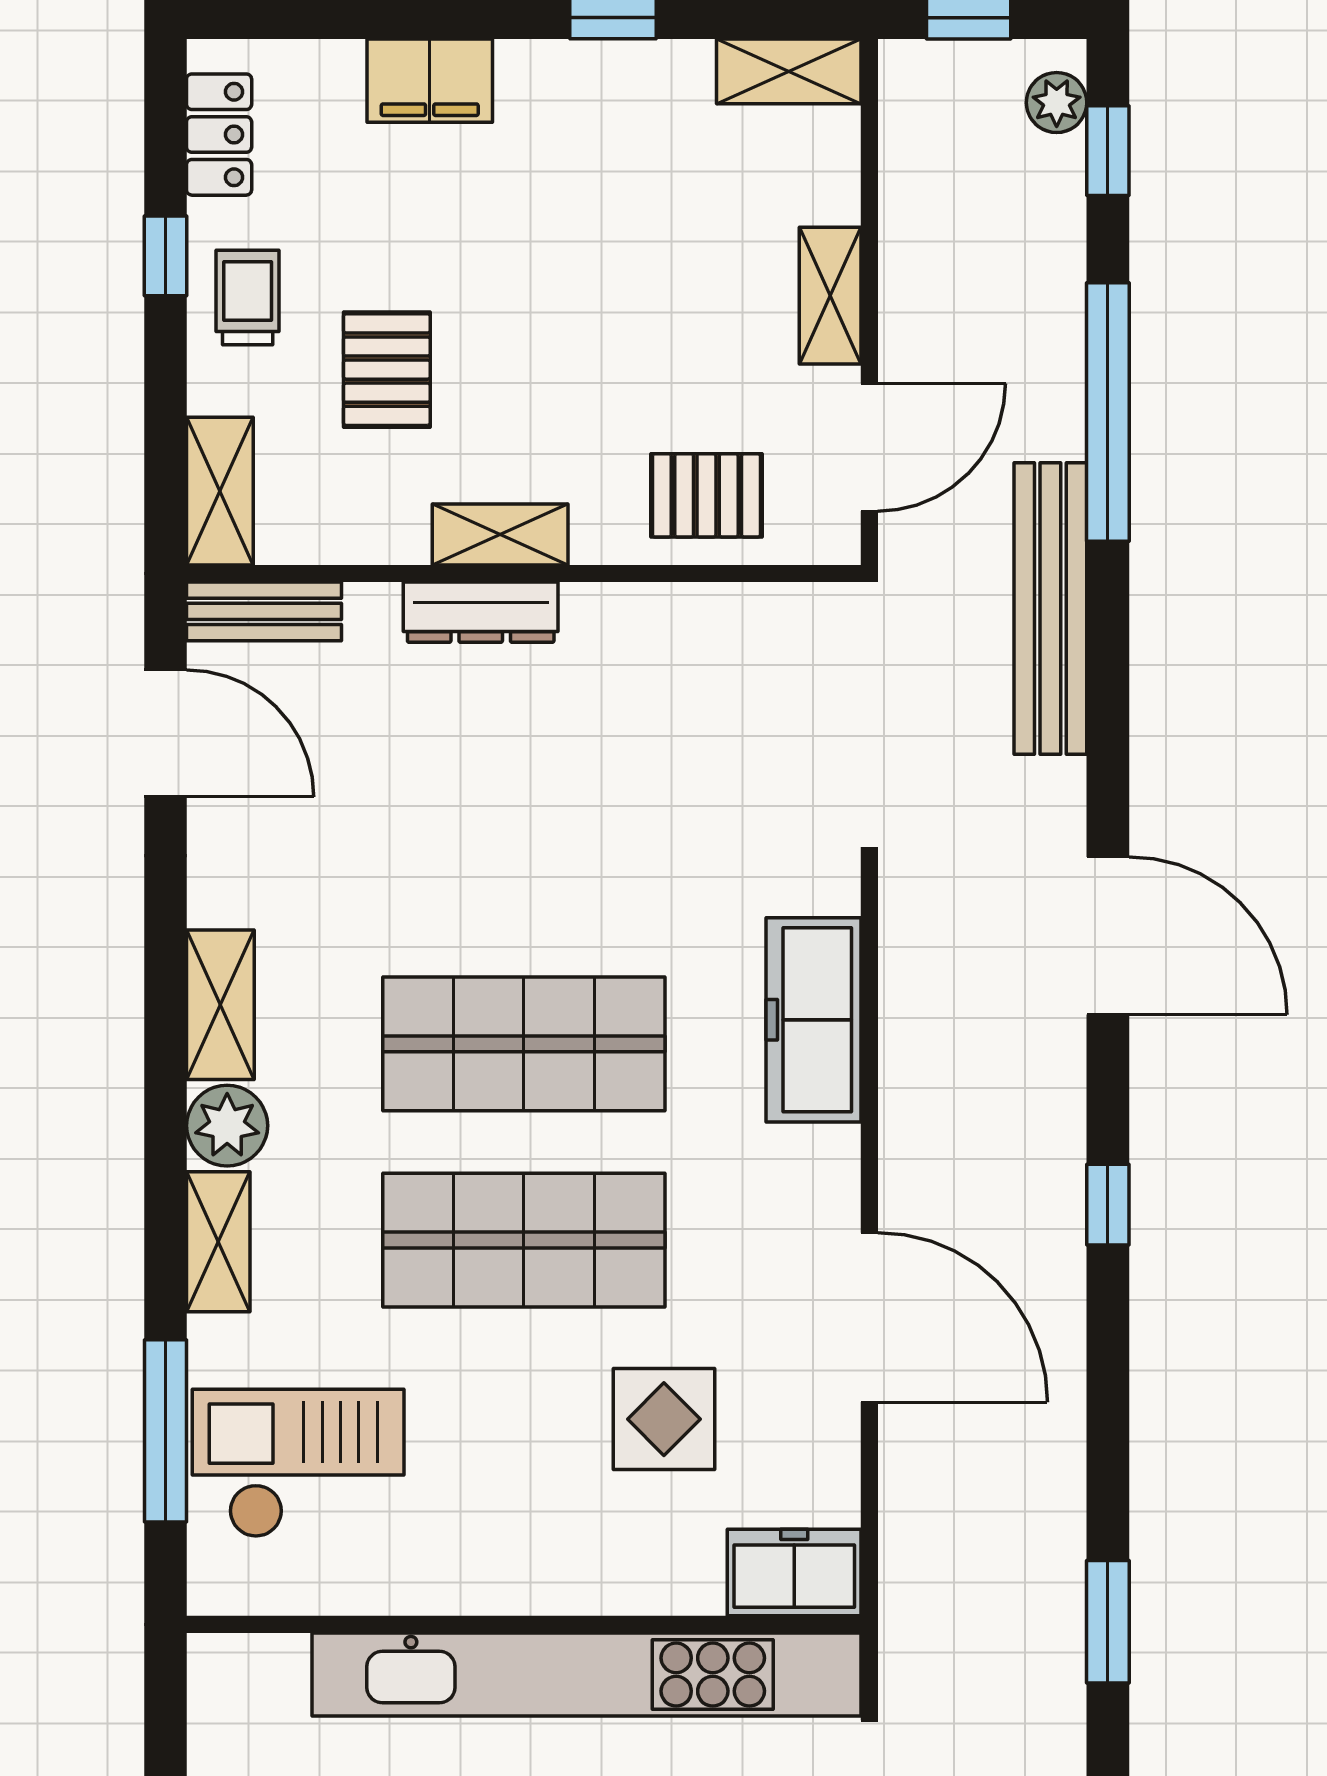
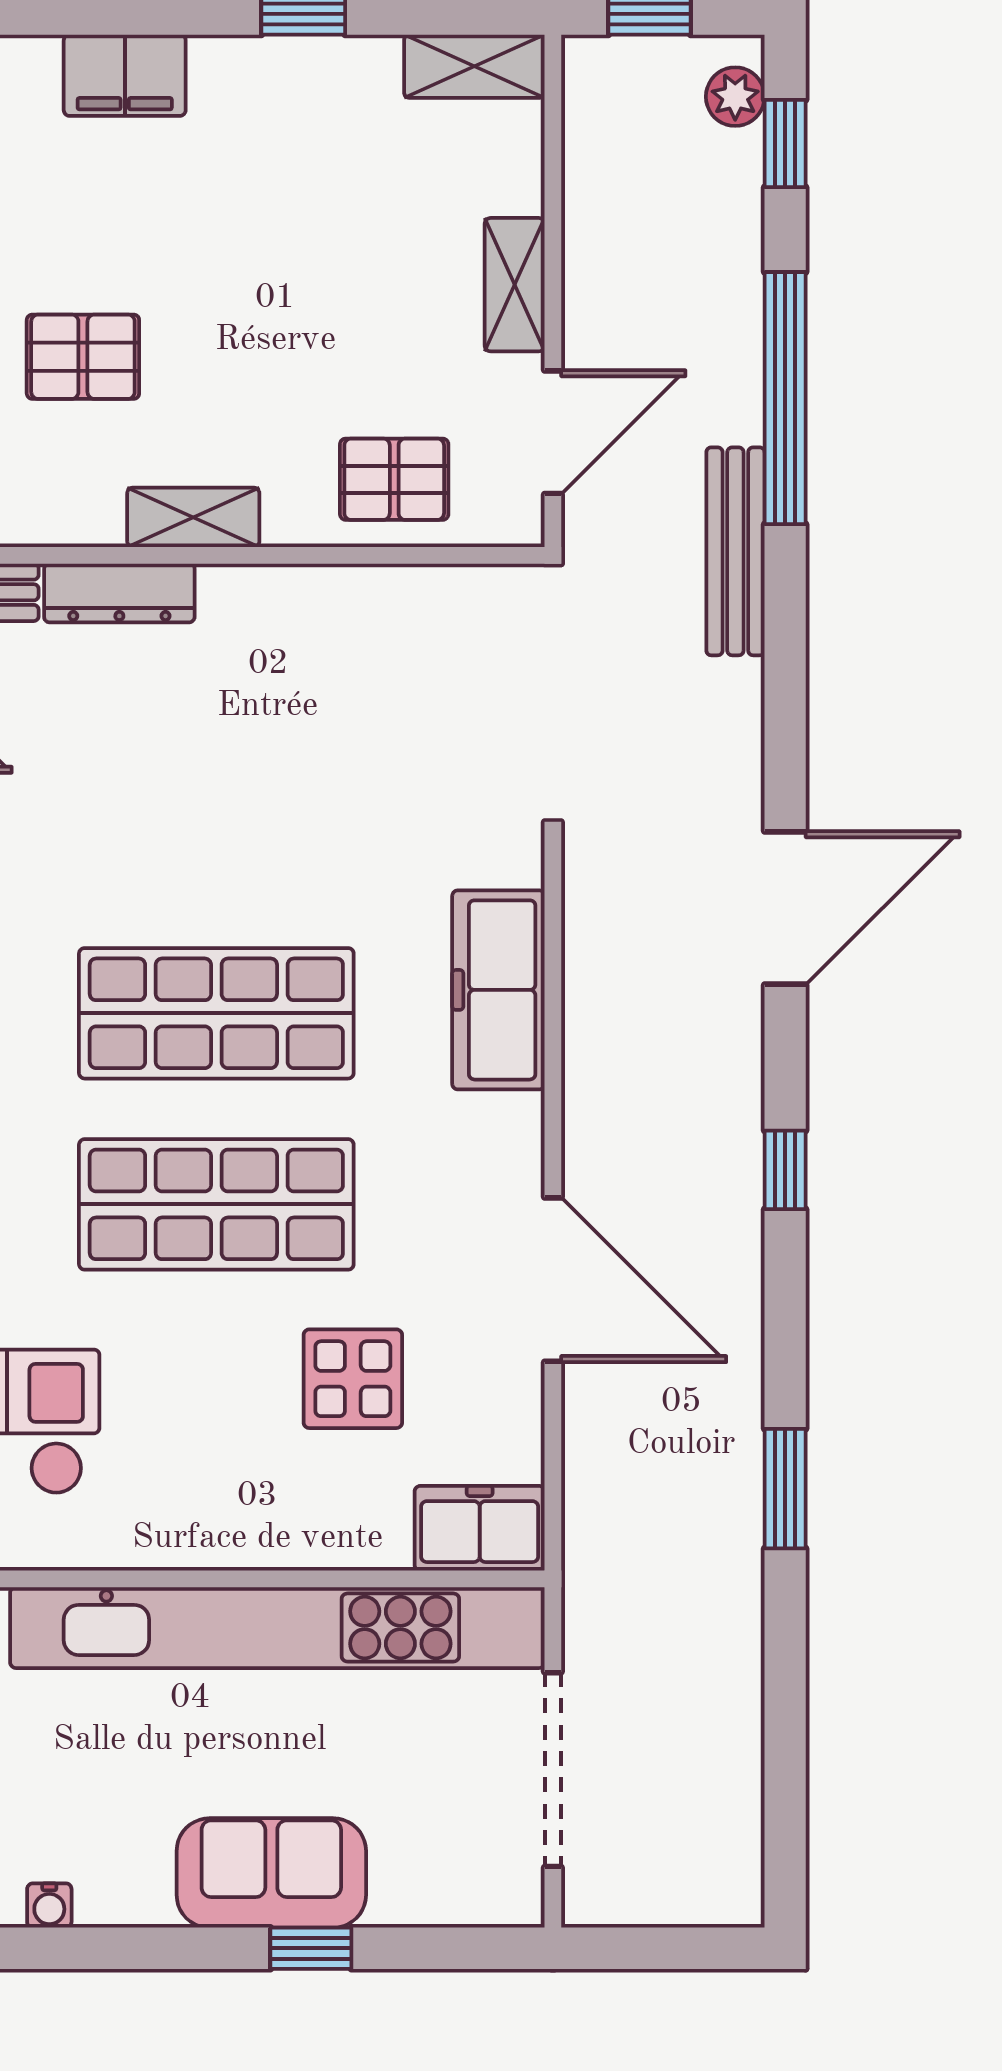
pallet: (387, 370) -> (83, 357), turned 90
bench: (1050, 609) -> (735, 551), width x0.73, depth x0.82
dresser: (481, 612) -> (119, 593), moved
door: (1108, 936) -> (785, 908), hinge flipped
window: (1108, 1622) -> (785, 1489), moved

